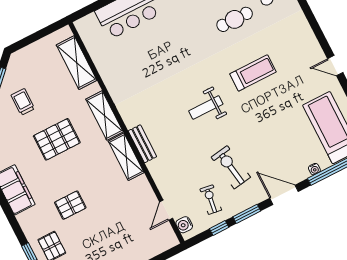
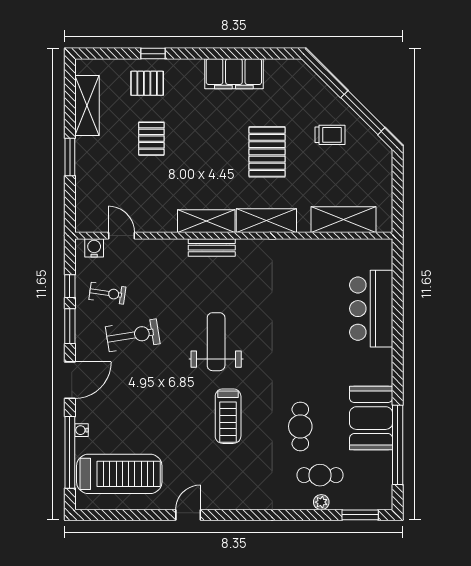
weight bench: (206, 107) -> (216, 342), width x1.36, depth x1.33
pallet: (70, 205) -> (151, 139), moved

